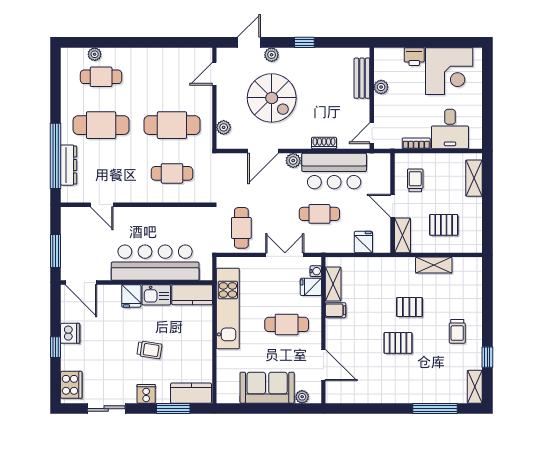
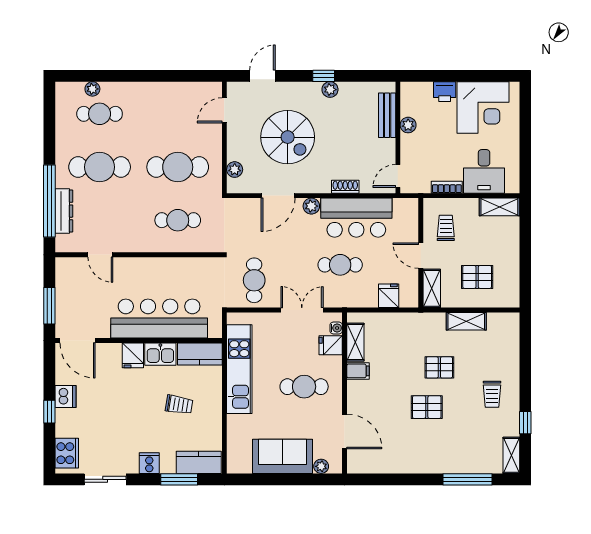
plant: (272, 55) -> (330, 90), moved
shelving: (474, 178) -> (499, 207), moved, turned 90
trolley: (149, 350) -> (179, 405), moved

